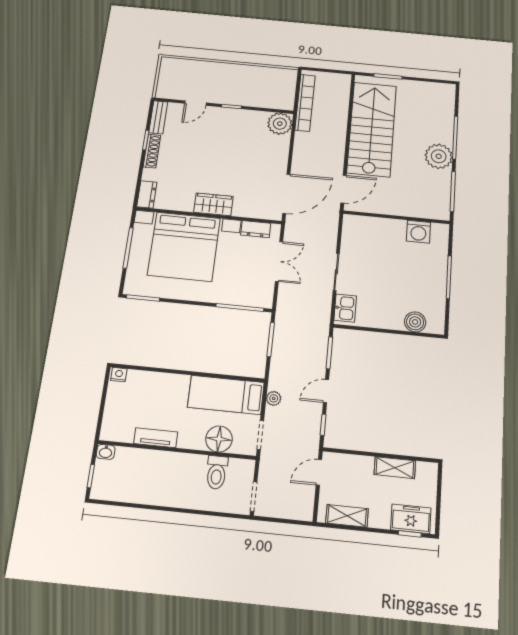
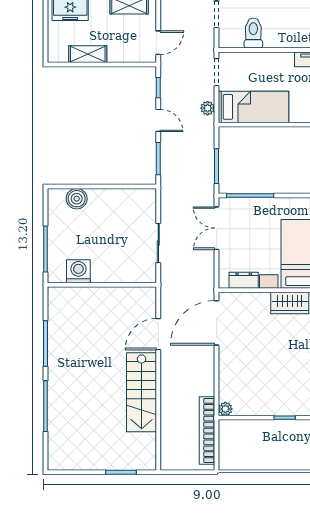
plant: (280, 124) -> (225, 409), width x0.53, depth x0.53
stairs: (372, 129) -> (142, 392), width x0.73, depth x0.66
plant: (439, 156) -> (62, 382), removed
wall: (396, 217) -> (102, 285), moved
washing machine: (418, 232) -> (78, 271), moved
double door: (279, 261) -> (217, 228), moved
kitchen sink: (345, 308) -> (146, 206), removed
door: (326, 391) -> (158, 120), hinge flipped
floor lamp: (219, 439) -> (255, 64), removed

